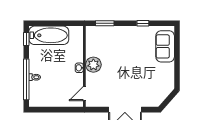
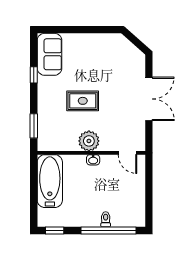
bathtub: (49, 35) -> (50, 181), moved
sofa: (165, 46) -> (50, 54), moved, turned -90
rug: (124, 60) -> (83, 101), added

